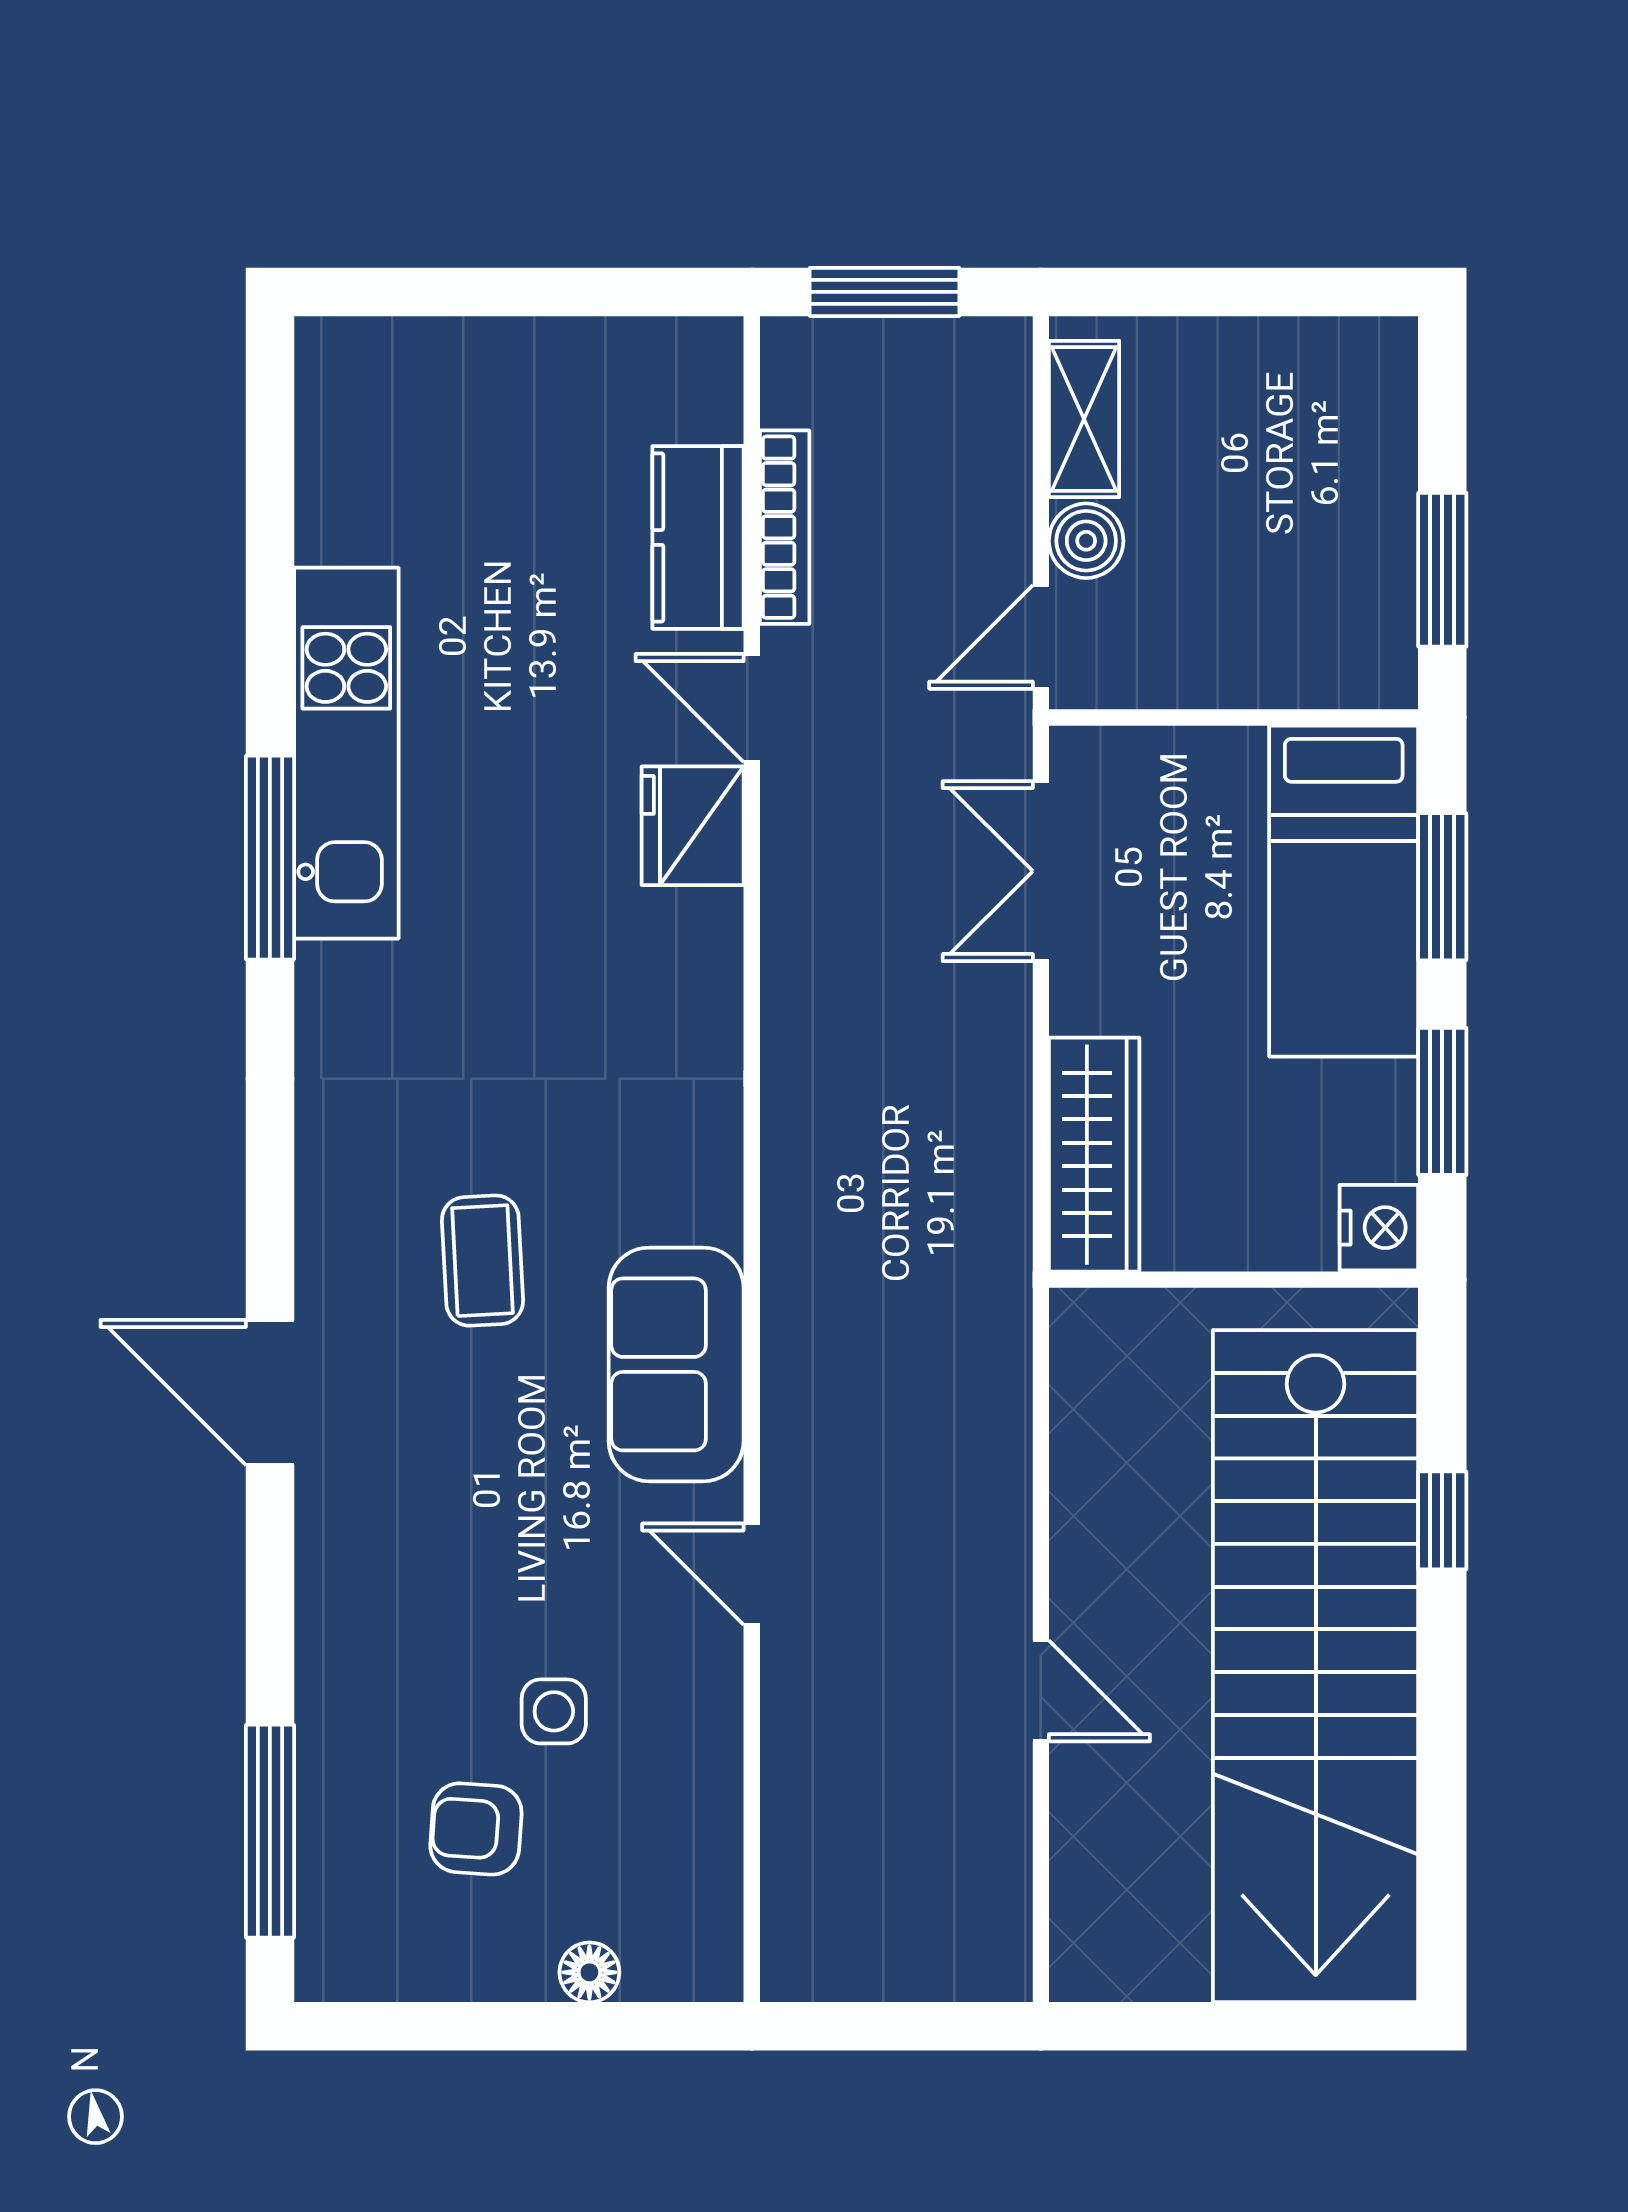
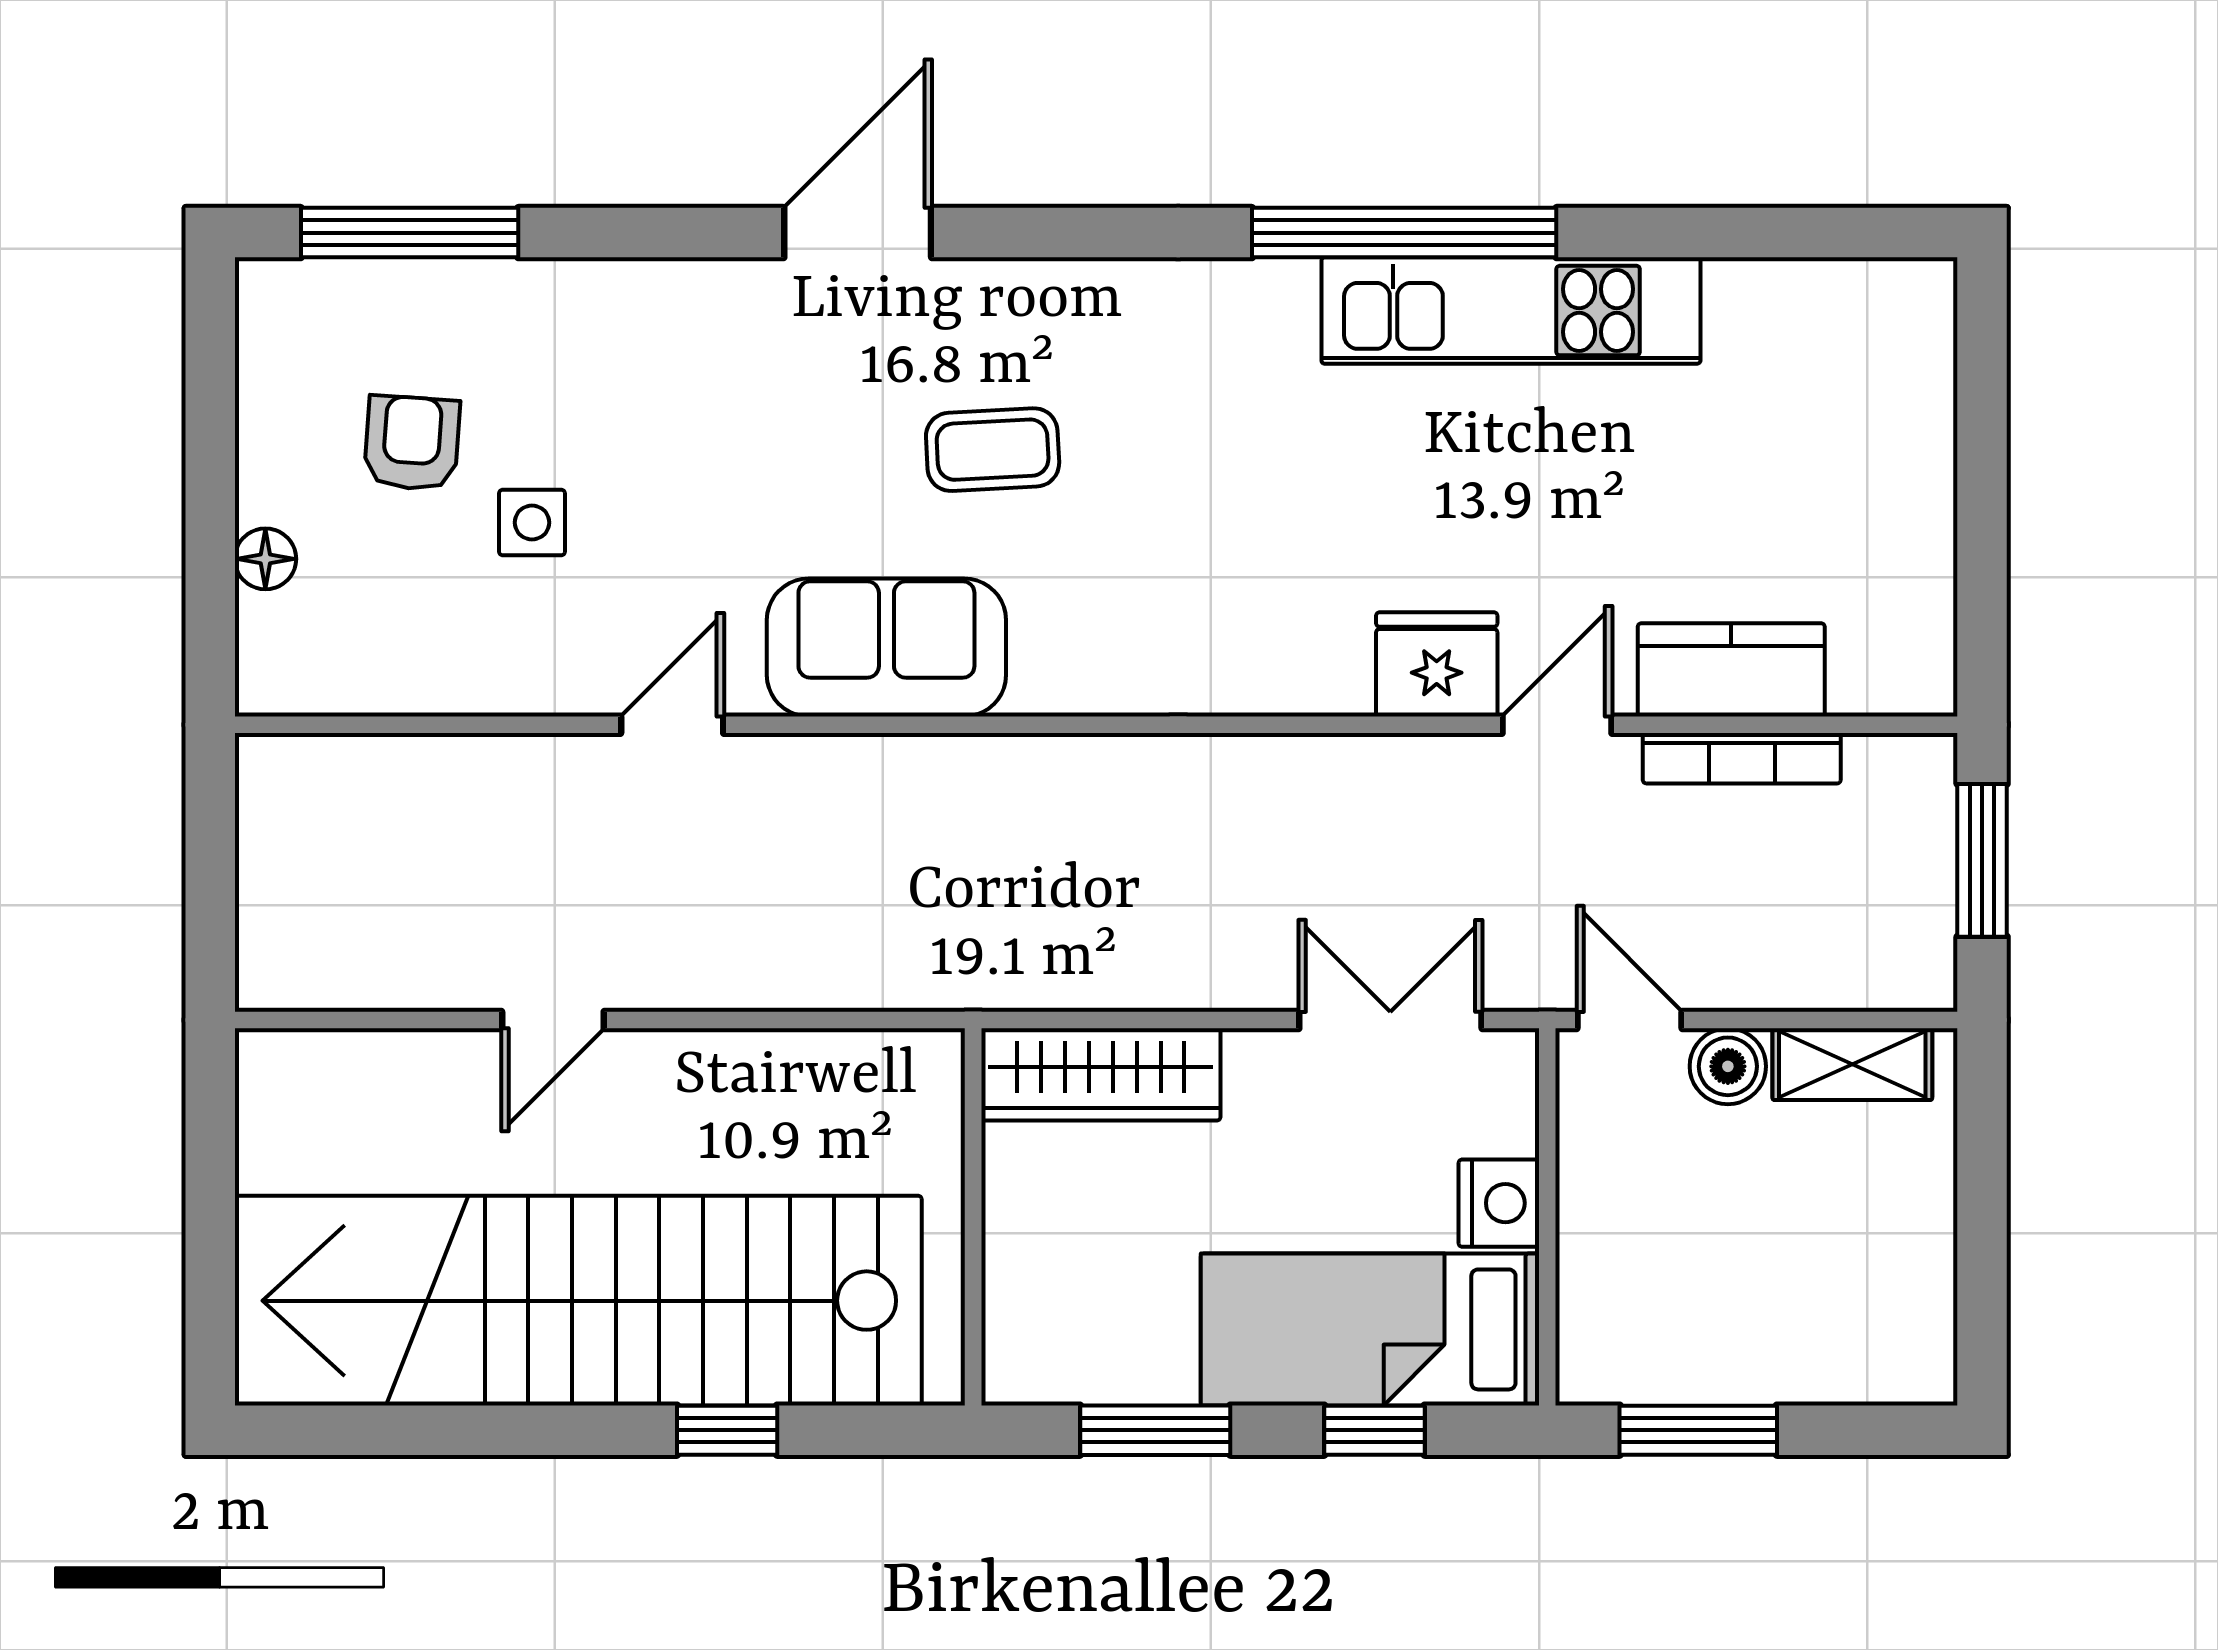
window: (270, 858) -> (1404, 233), width x1.46
window: (1442, 887) -> (1374, 1430), width x0.67
nightstand: (1379, 1228) -> (1499, 1203), moved, turned -90

